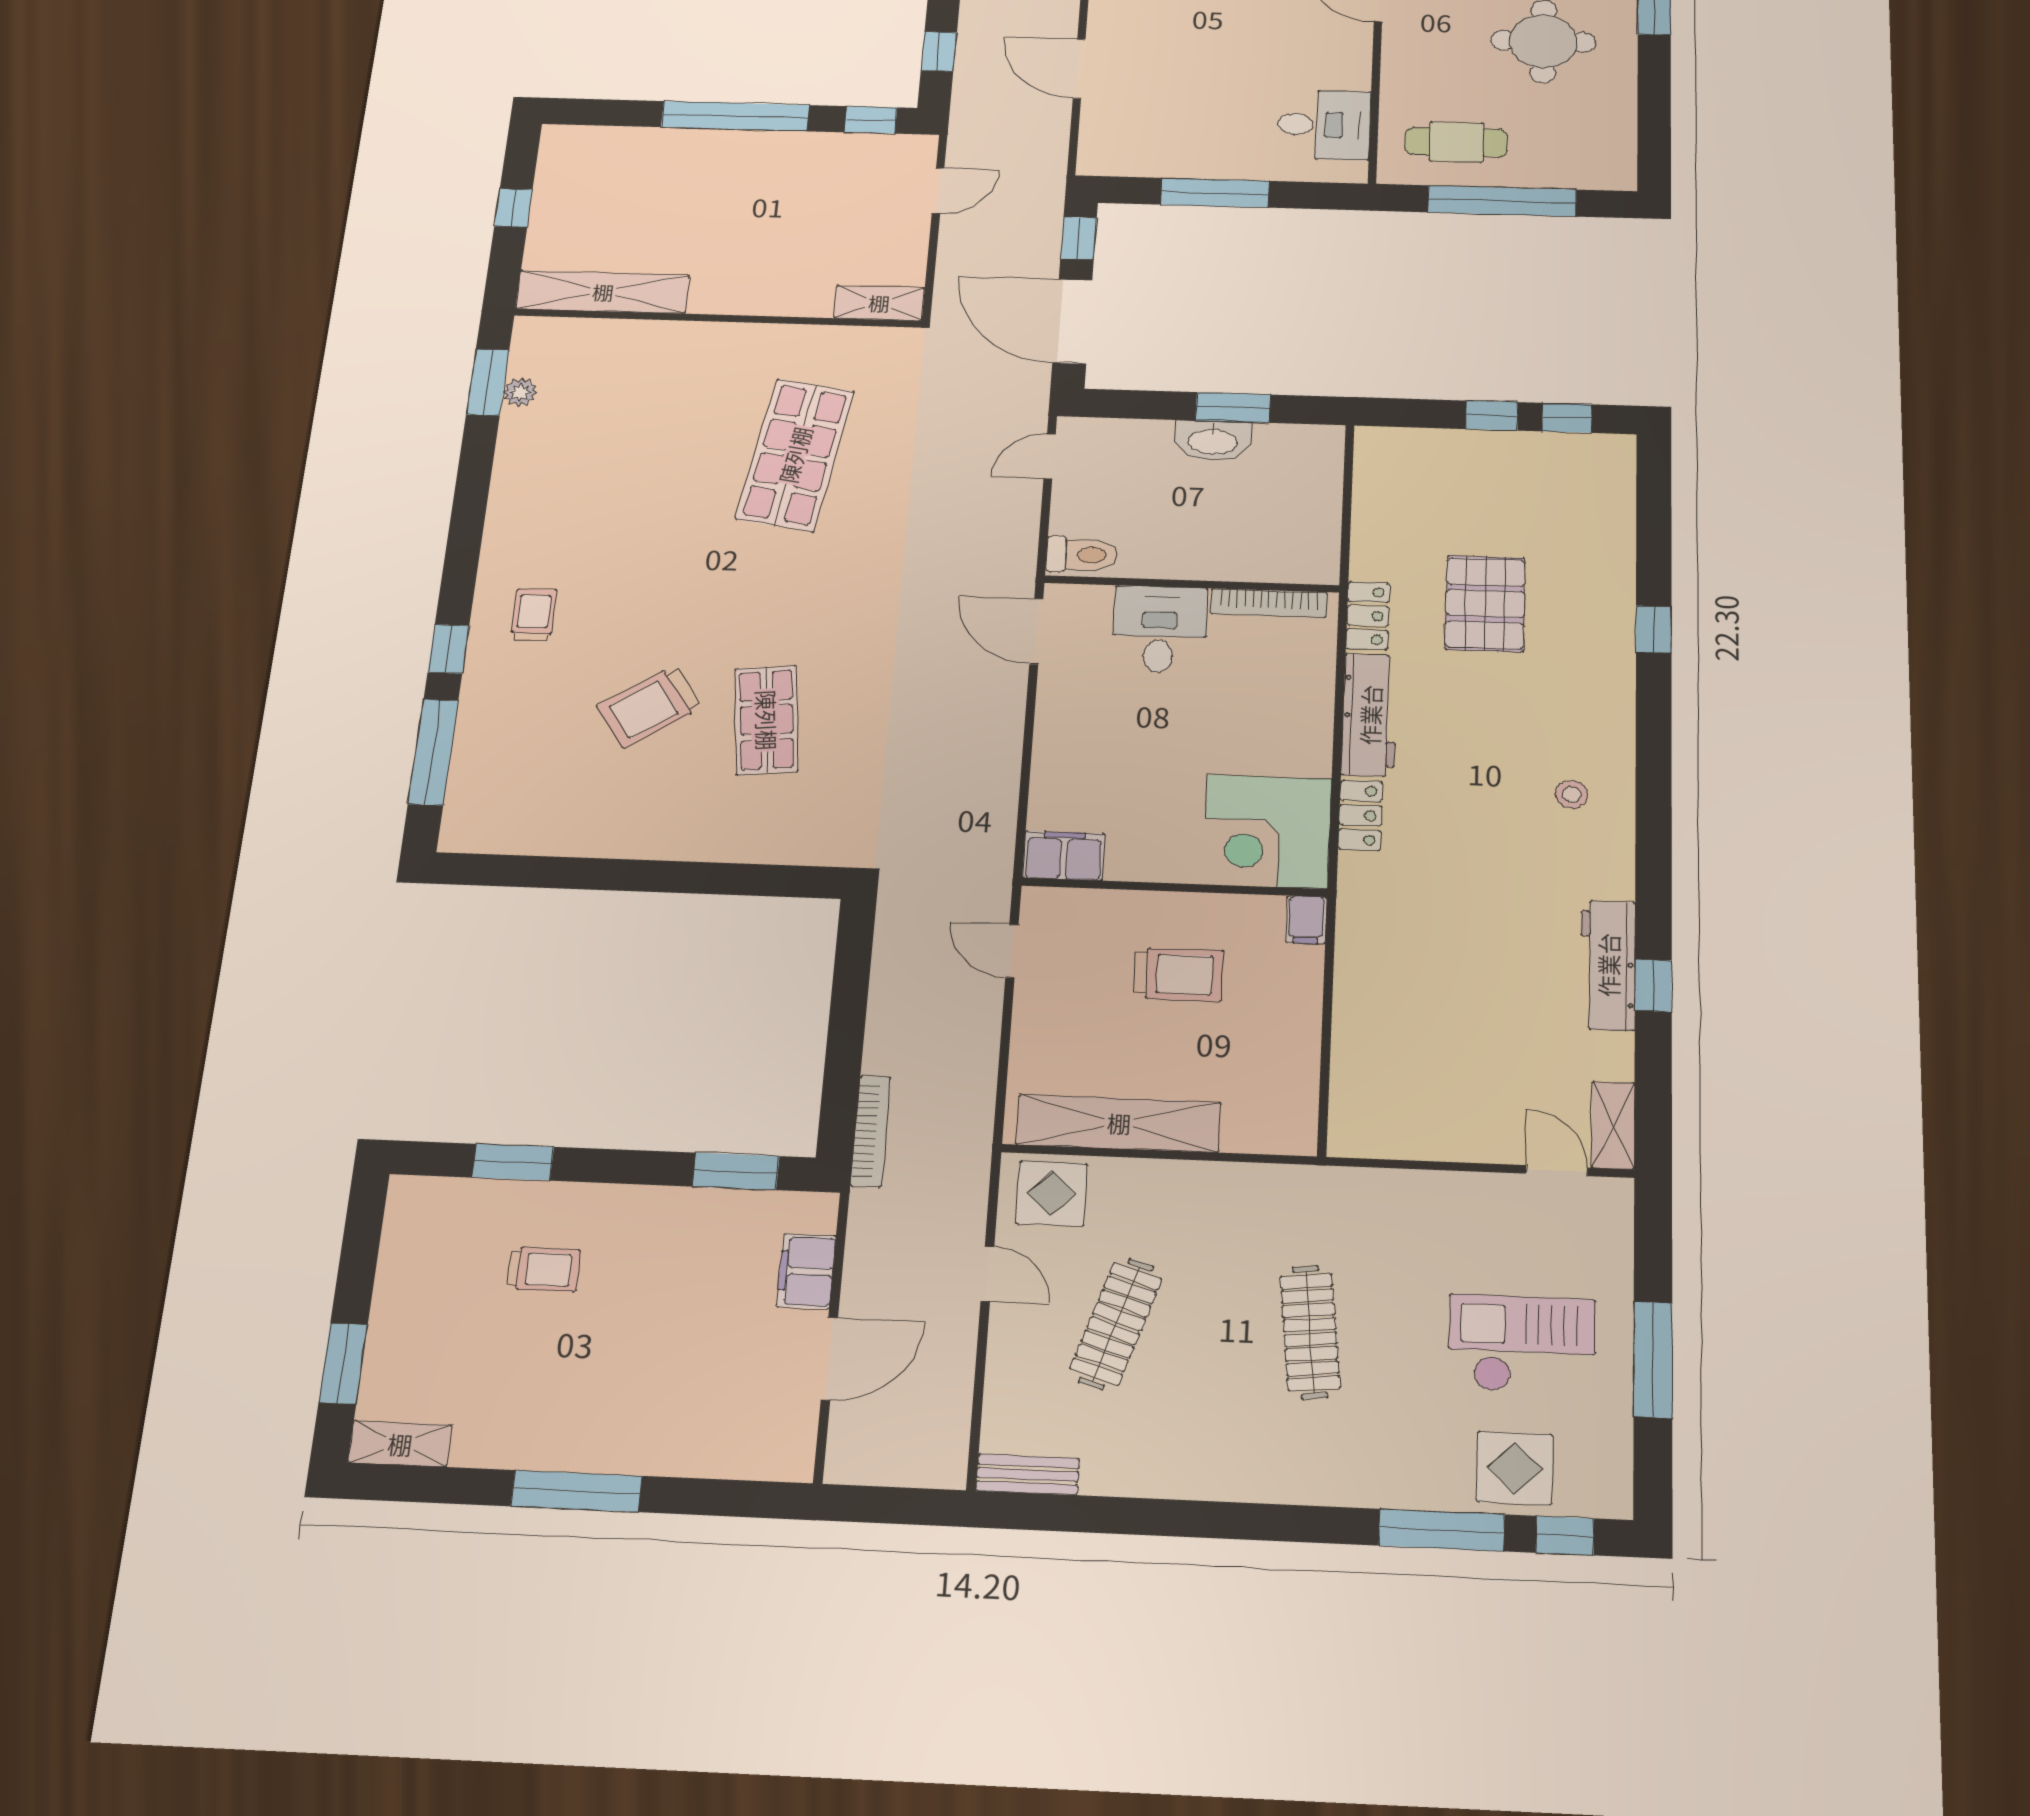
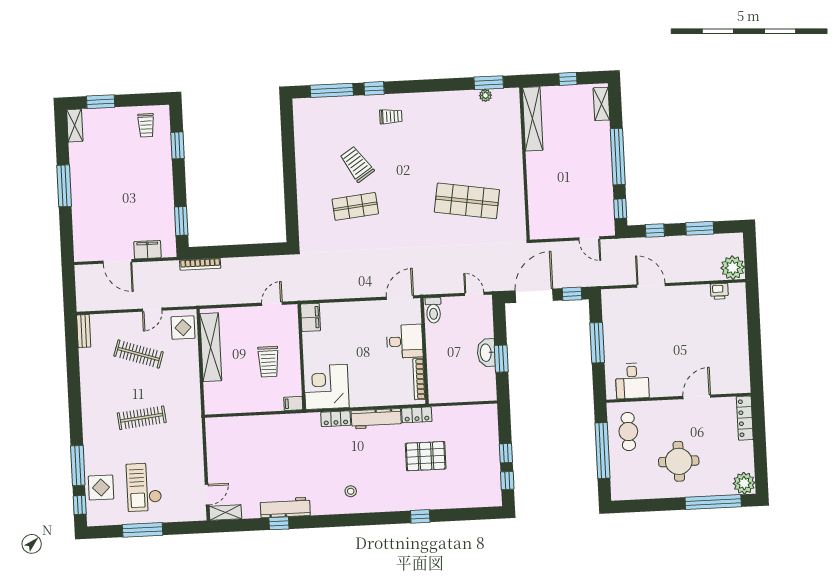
door: (1079, 69) -> (651, 285), hinge flipped
shelving: (879, 303) -> (601, 104), moved
trolley: (544, 1269) -> (146, 125), moved
checkout: (1522, 1344) -> (144, 487), turned 180

